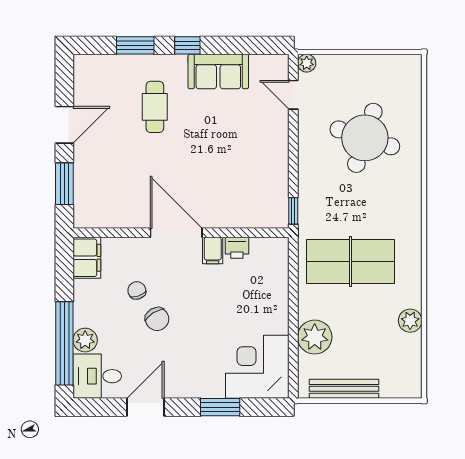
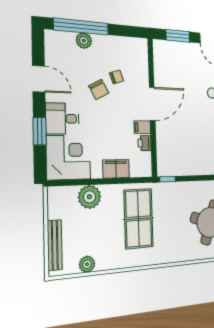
filing cabinet: (87, 258) -> (116, 169), moved, turned 180
chair: (157, 319) -> (99, 89), turned -86
plant: (410, 321) -> (87, 264), moved
desk: (97, 376) -> (62, 119), moved, turned -90
bench: (344, 389) -> (55, 245), moved

